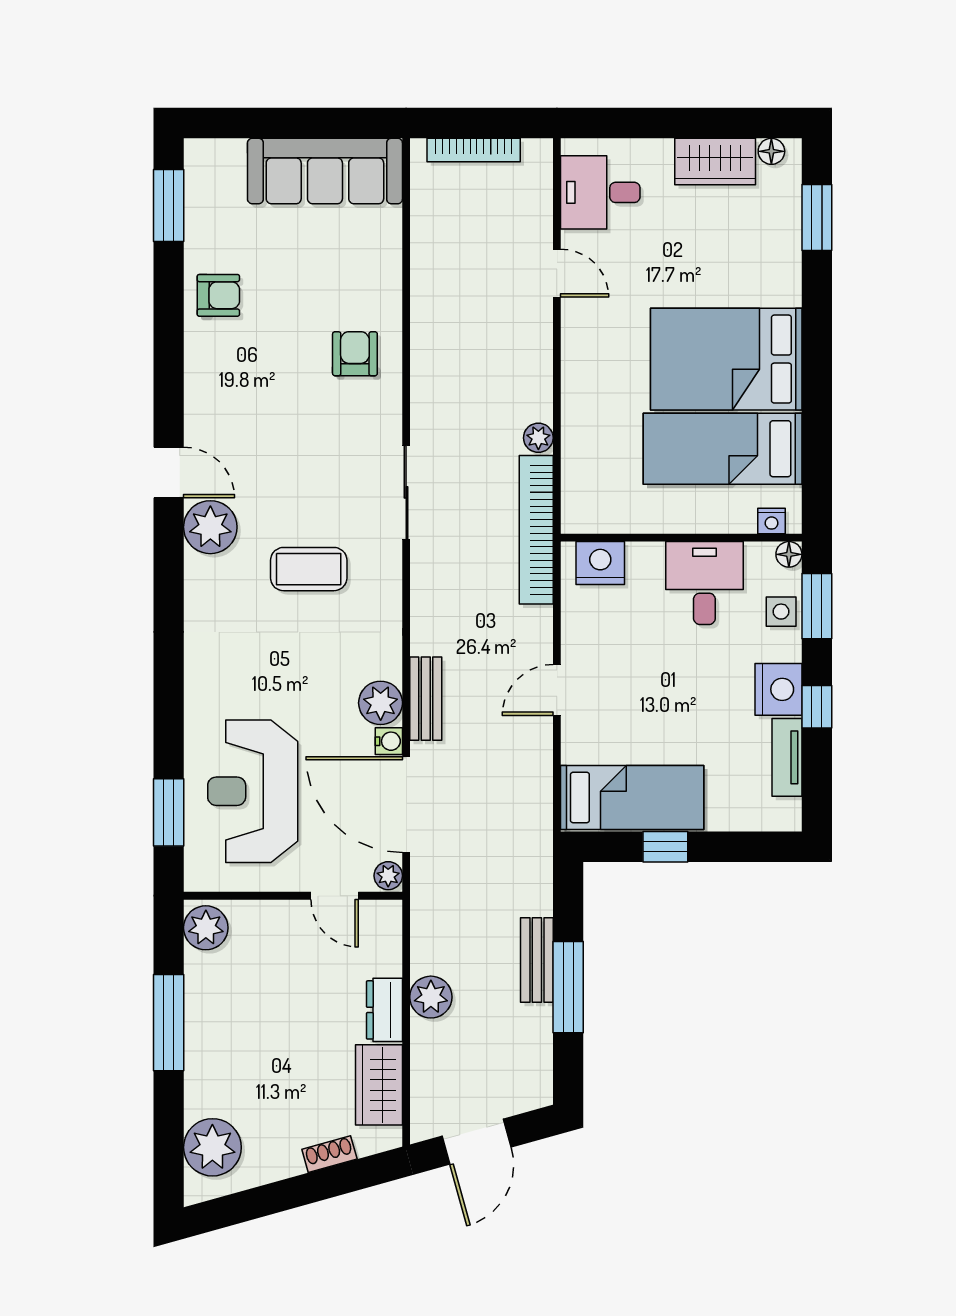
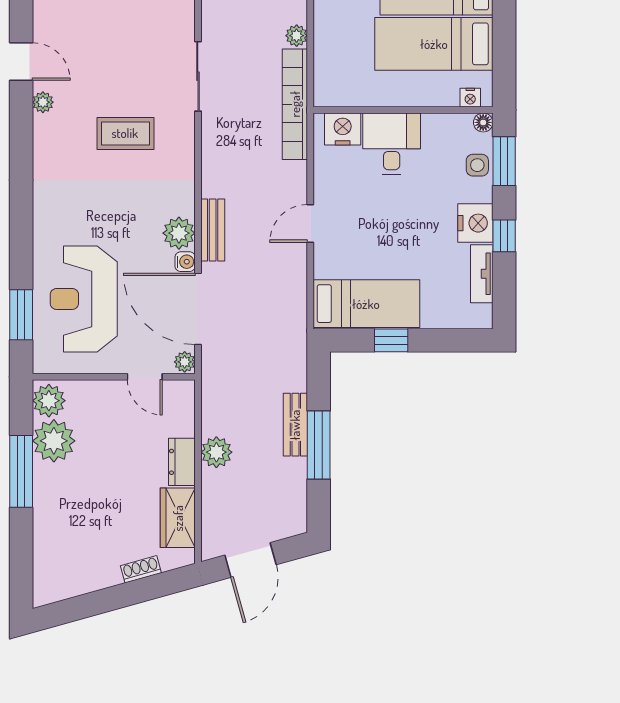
plant: (210, 527) -> (43, 102), width x0.53, depth x0.53
desk: (704, 583) -> (392, 144), moved
plant: (212, 1147) -> (54, 441), moved

